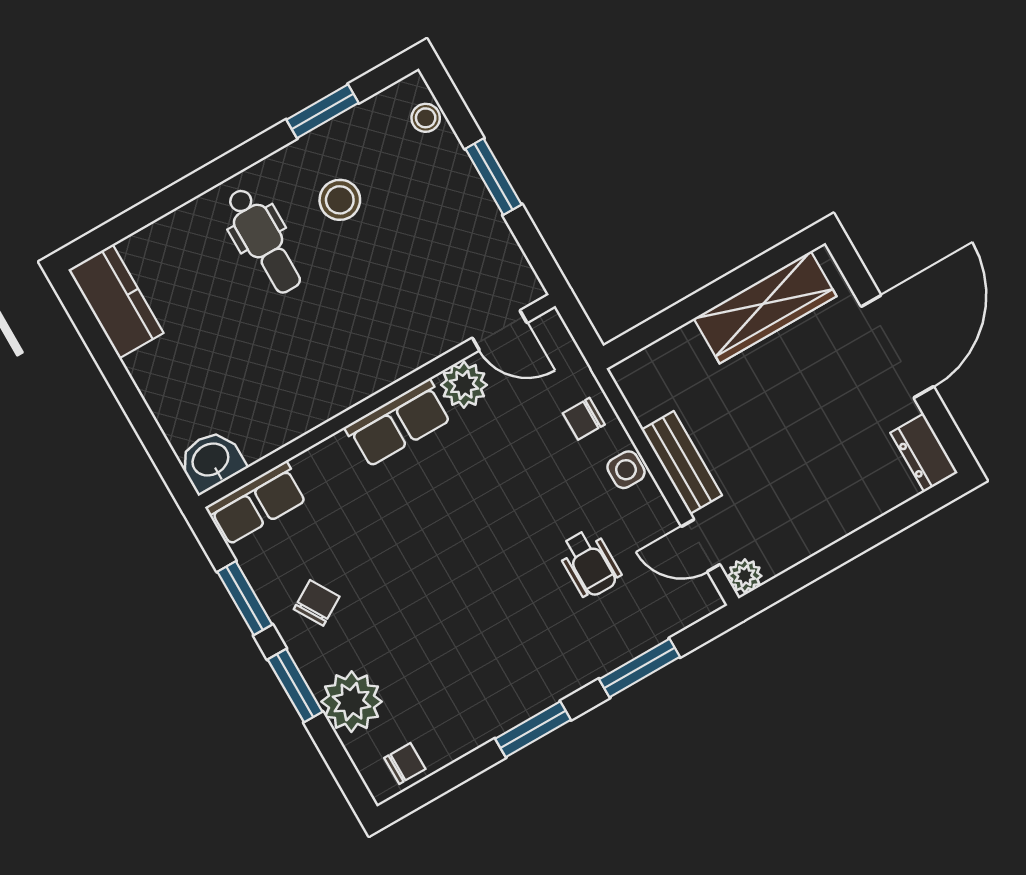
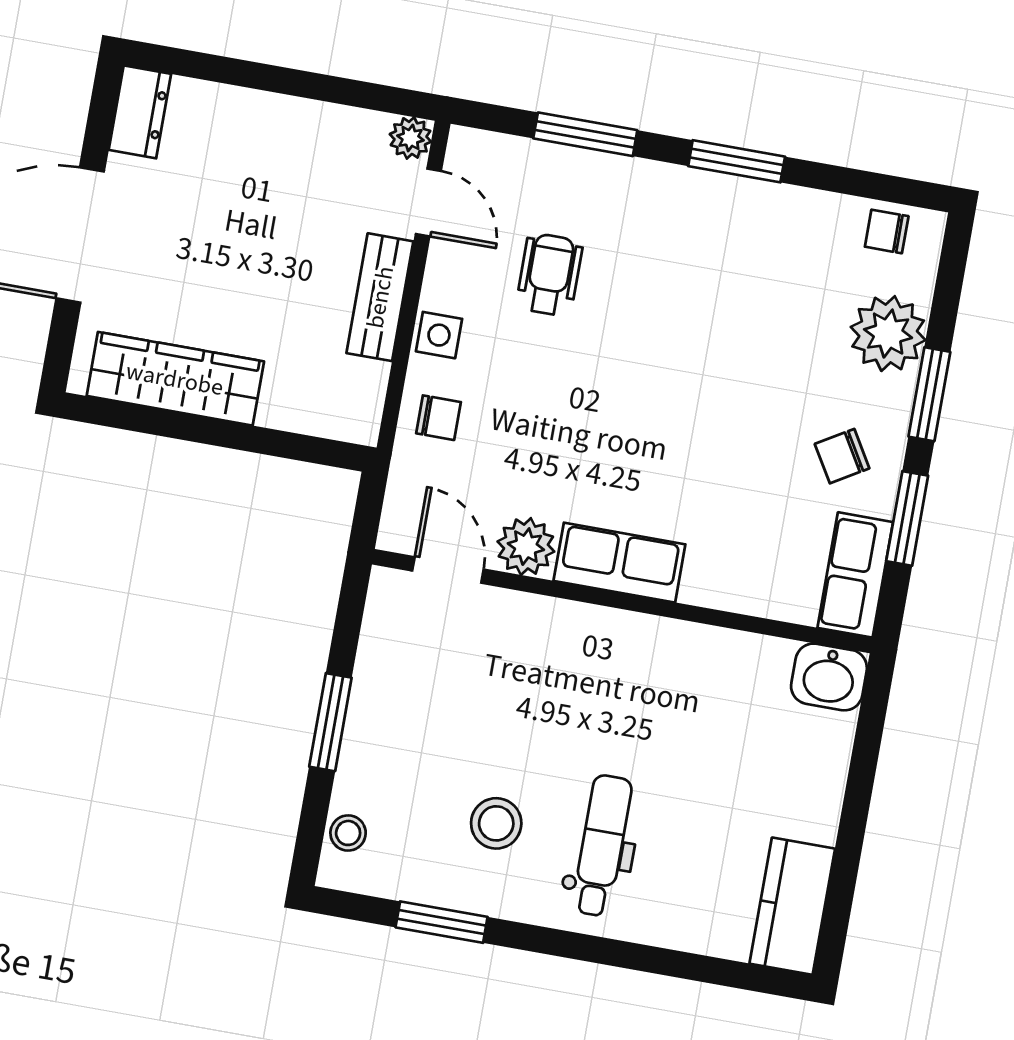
row of seats: (257, 503) -> (855, 575), moved, turned -90

